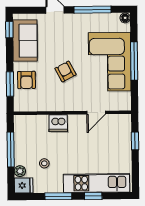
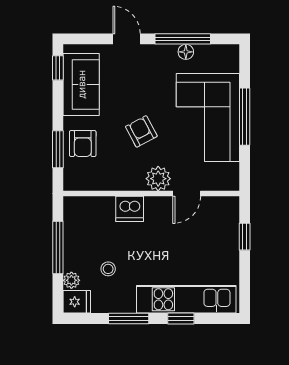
floor lamp: (125, 18) -> (186, 52), moved
plant: (77, 103) -> (158, 179), added

